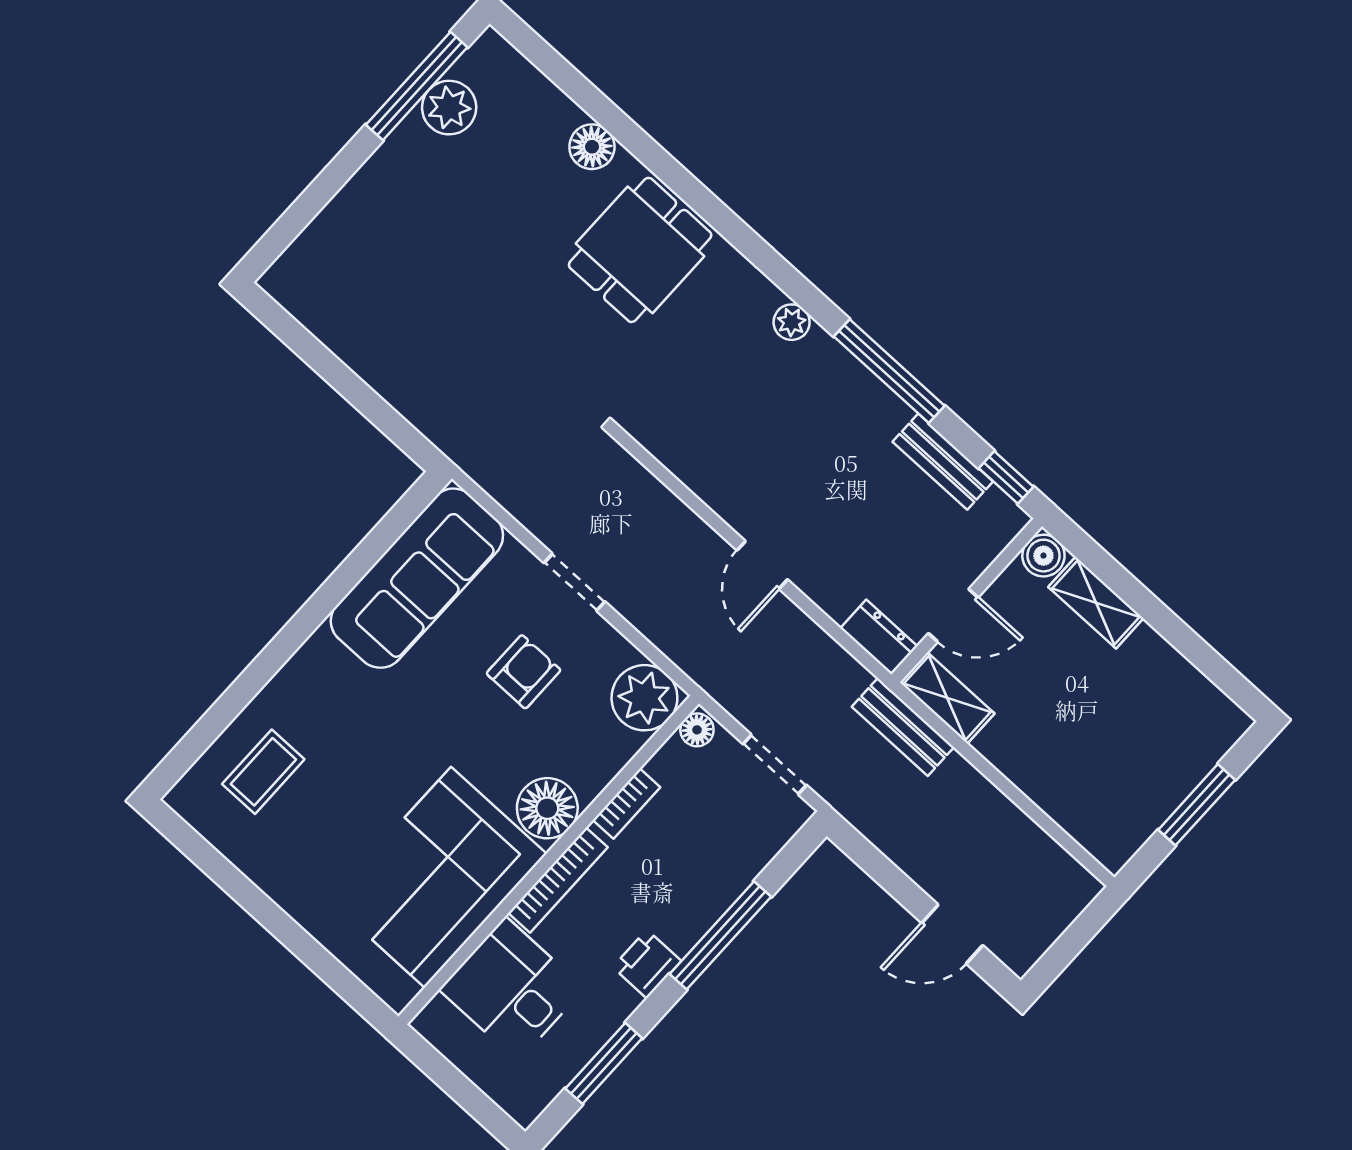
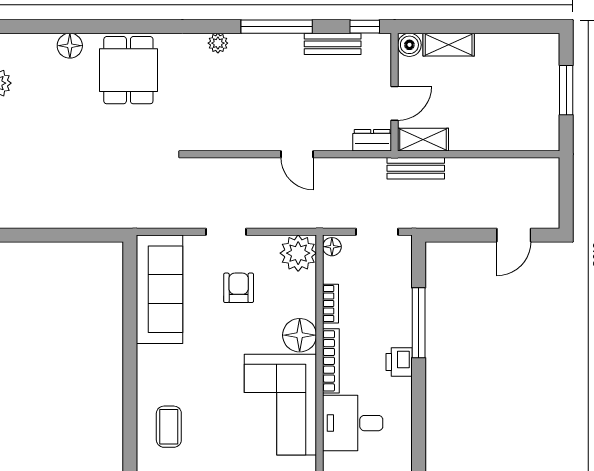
window: (604, 1063) -> (419, 419), removed

